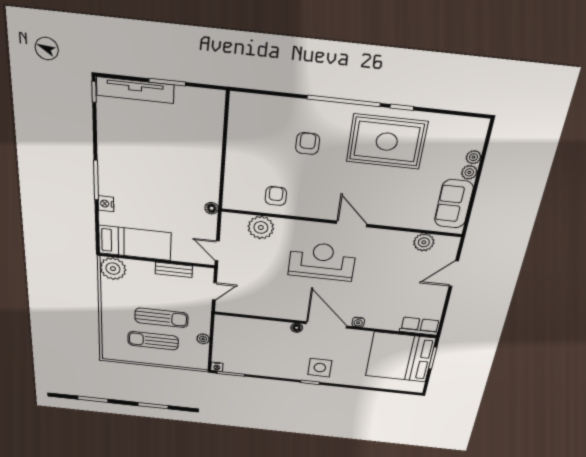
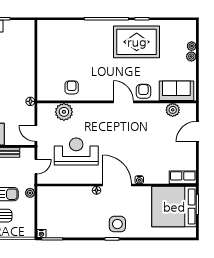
armchair: (308, 144) -> (143, 91), moved
sofa: (454, 204) -> (176, 91), moved, turned 90
reception desk: (322, 261) -> (76, 151), moved
plant: (203, 339) -> (30, 193), moved

